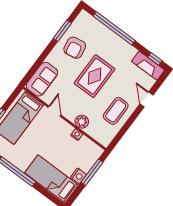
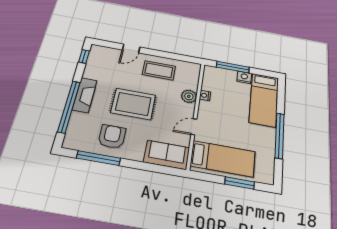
window: (62, 31) -> (98, 158), width x1.44
armchair: (75, 48) -> (112, 137), turned -80
fireplace: (148, 66) -> (85, 95), moved

